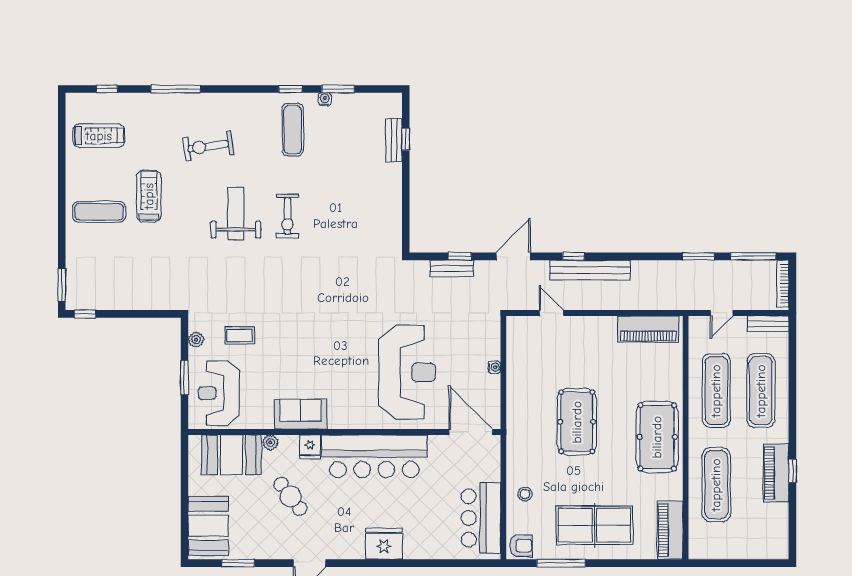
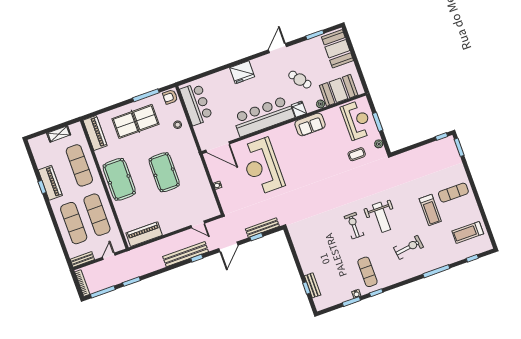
bench: (452, 268) -> (262, 228), width x1.36
shelving: (732, 551) -> (59, 134), added

